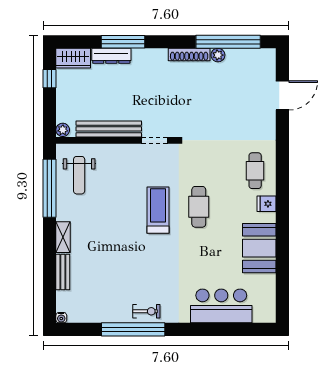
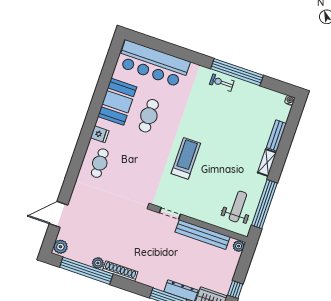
plant: (267, 59) -> (60, 247), added
cafe table: (199, 207) -> (149, 116), moved
treadmill: (158, 210) -> (186, 158), turned 180
bar counter: (221, 306) -> (153, 64), width x1.36

